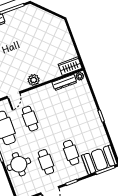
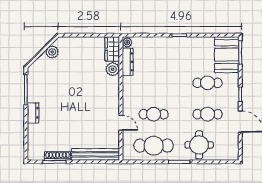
plant: (50, 19) -> (52, 52), added
plant: (34, 80) -> (113, 69), moved

